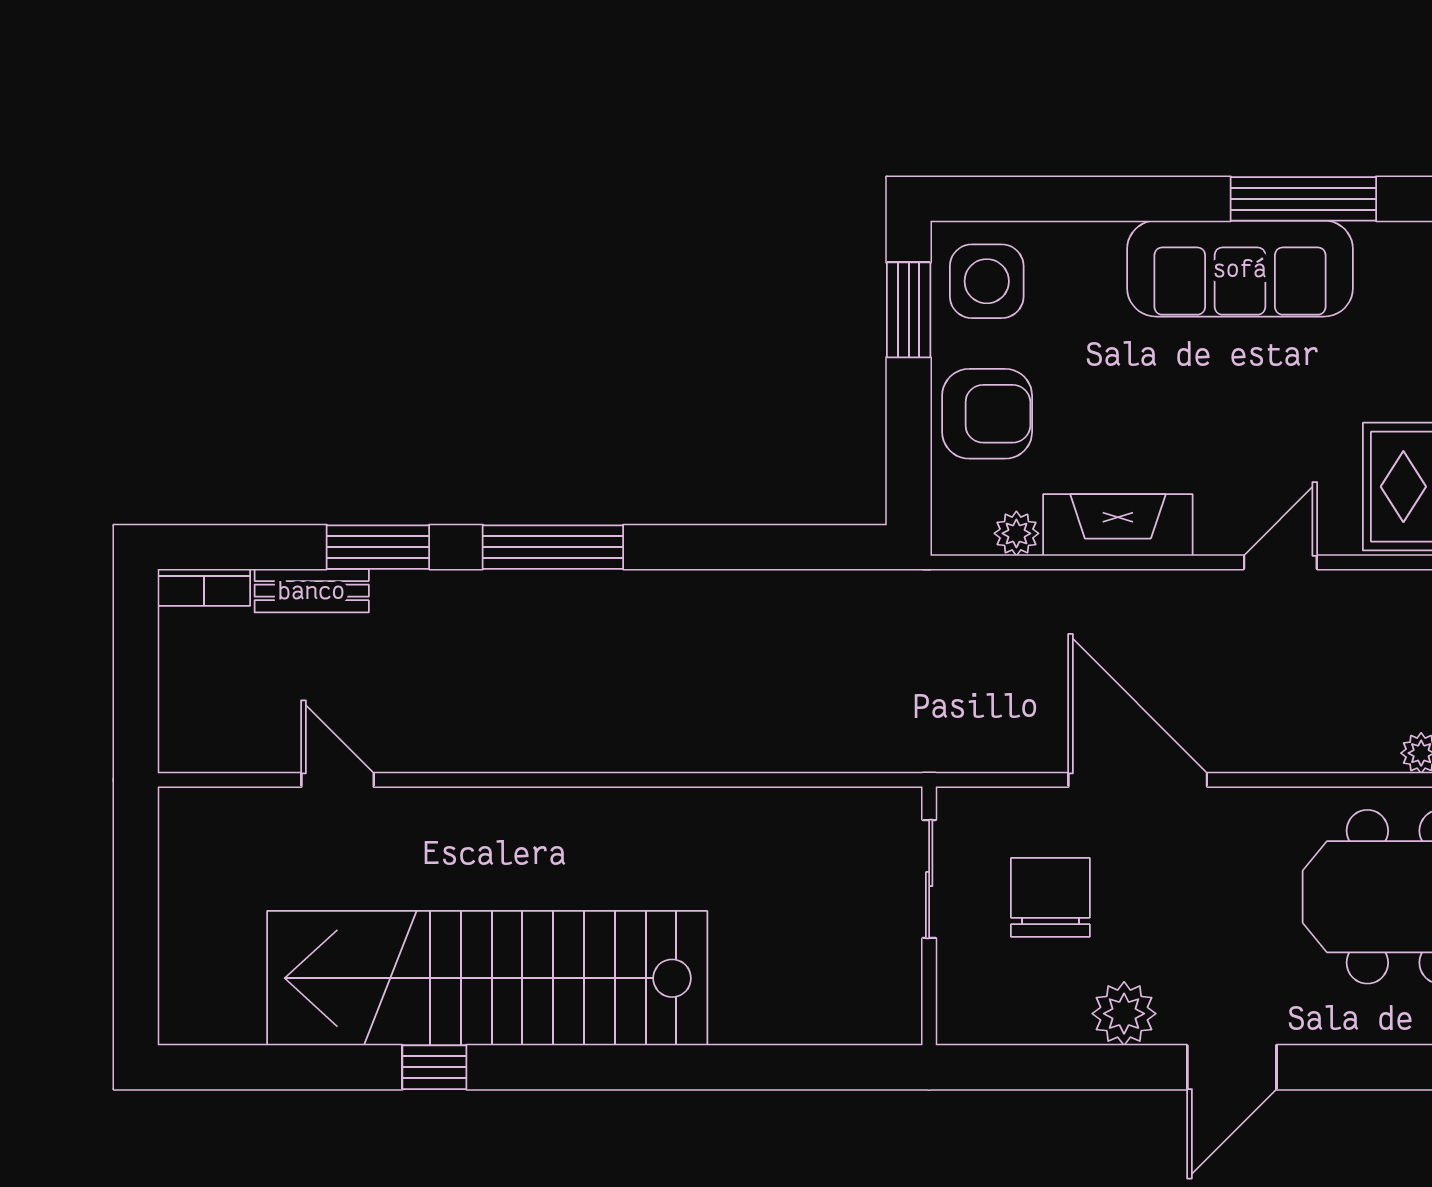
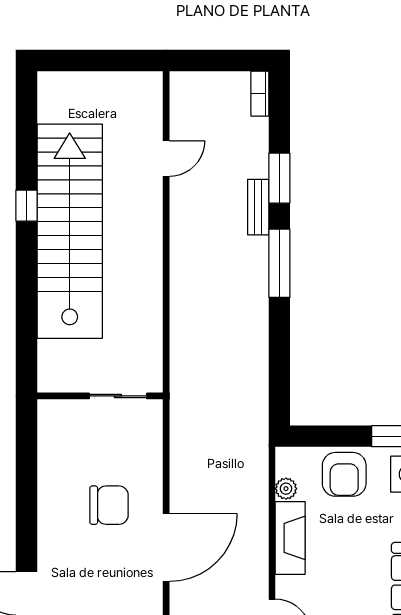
bench: (312, 591) -> (258, 207), moved
sliding door: (929, 879) -> (118, 396), moved
wall: (929, 916) -> (100, 396), moved
plant: (1124, 1014) -> (53, 541), removed

